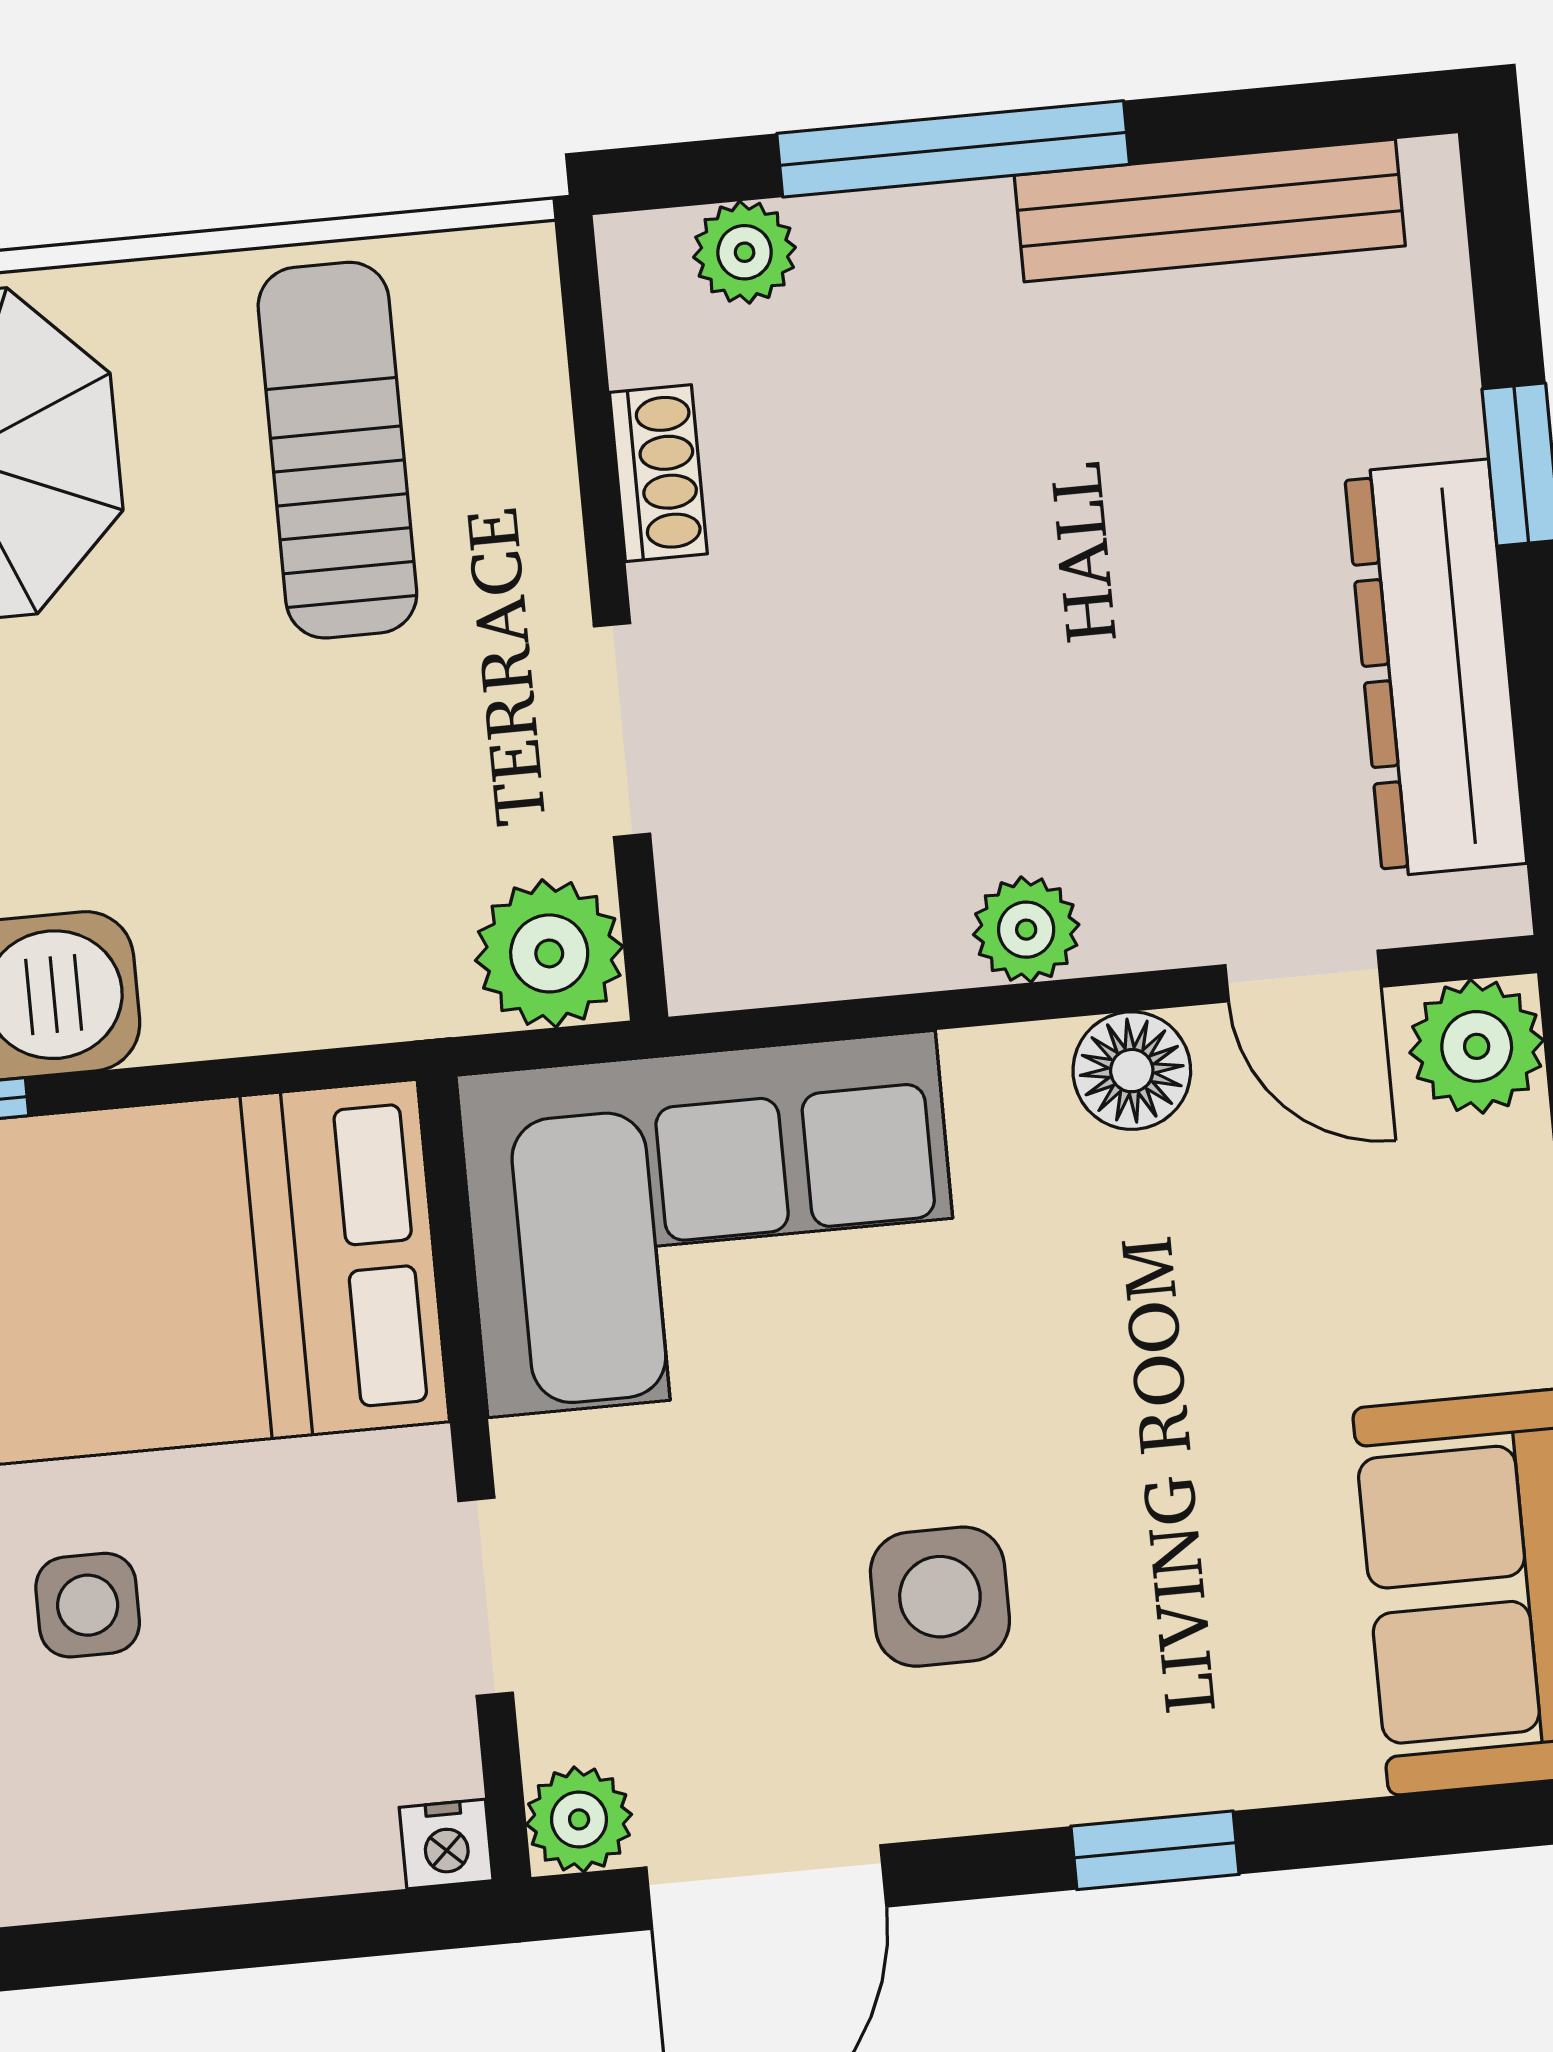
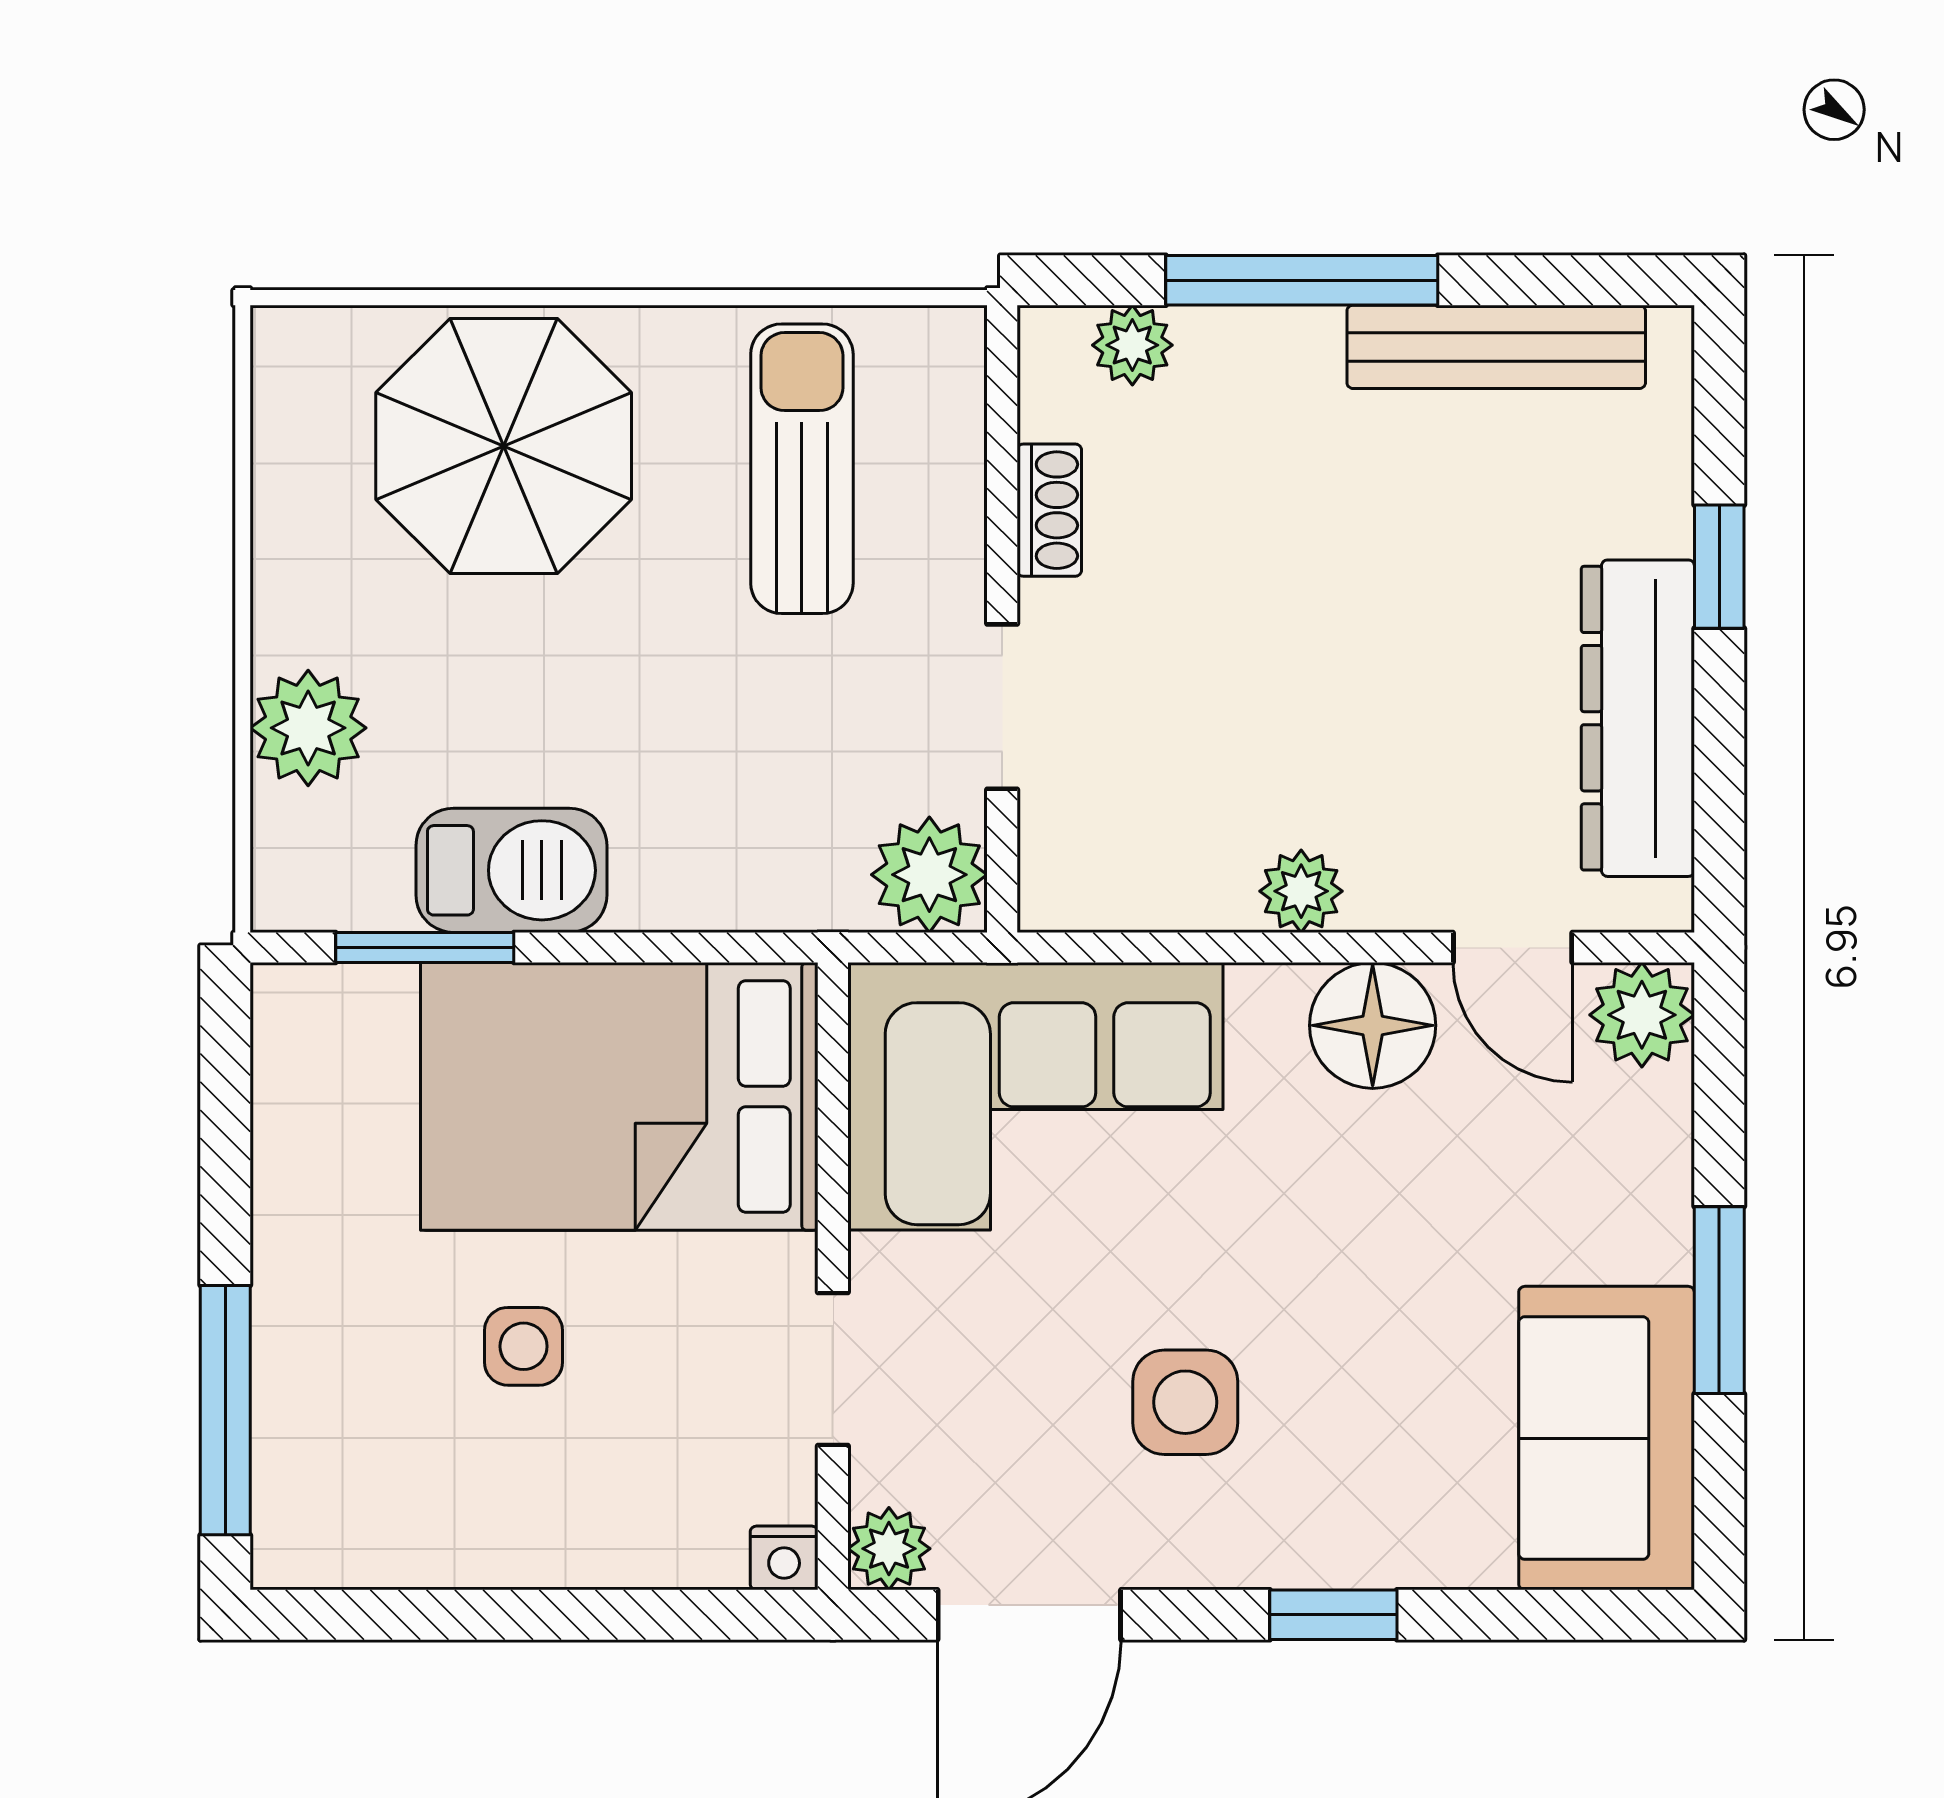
floor lamp: (1132, 1071) -> (1373, 1025), width x1.38, depth x1.38

